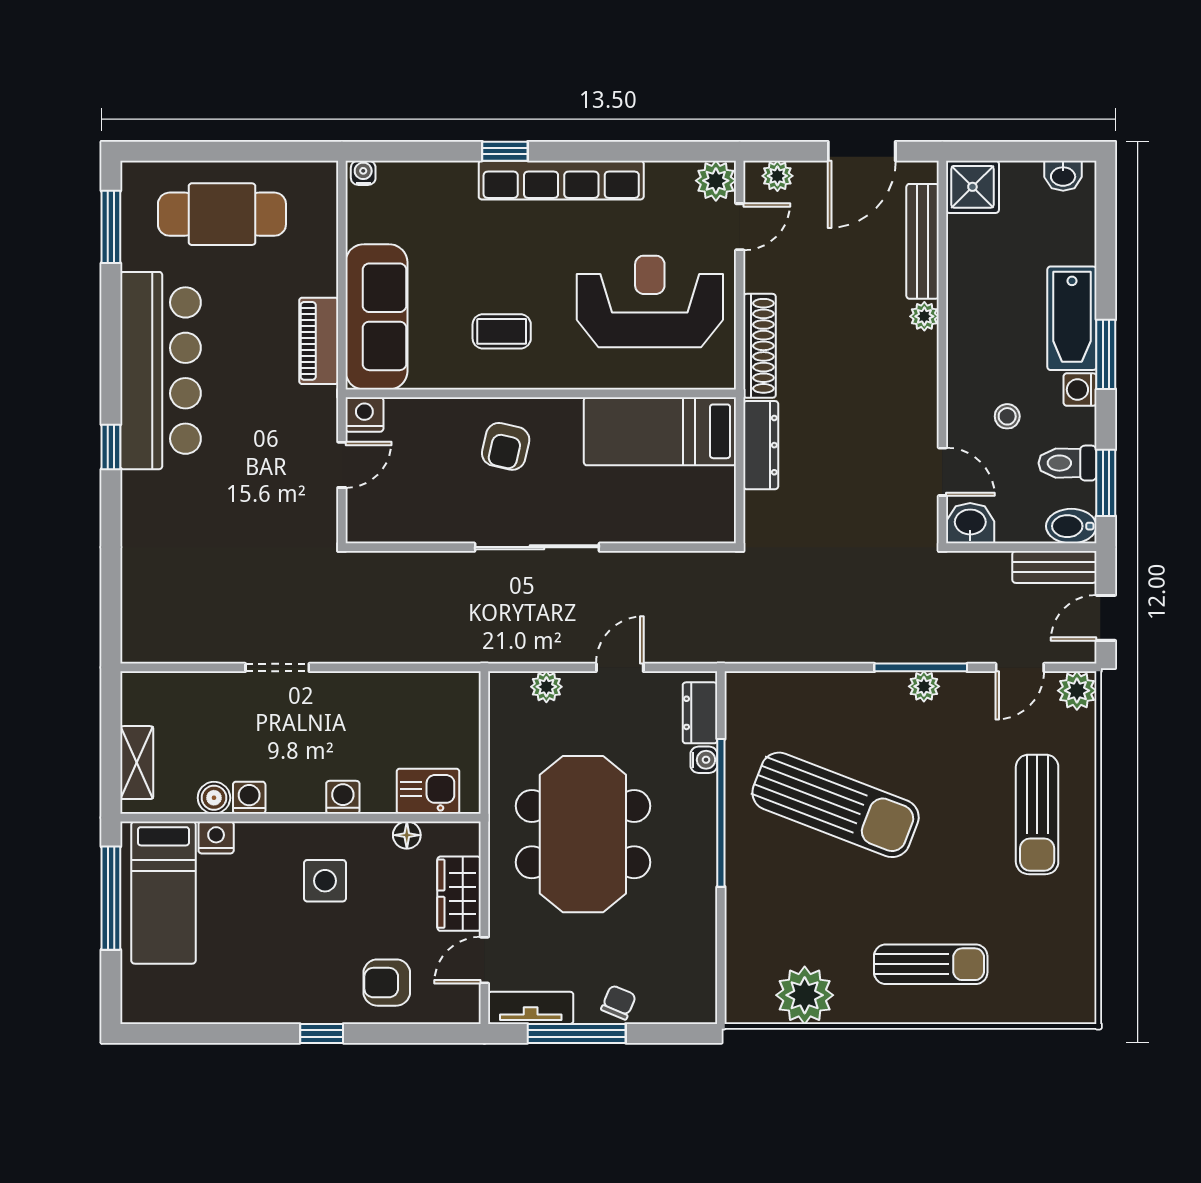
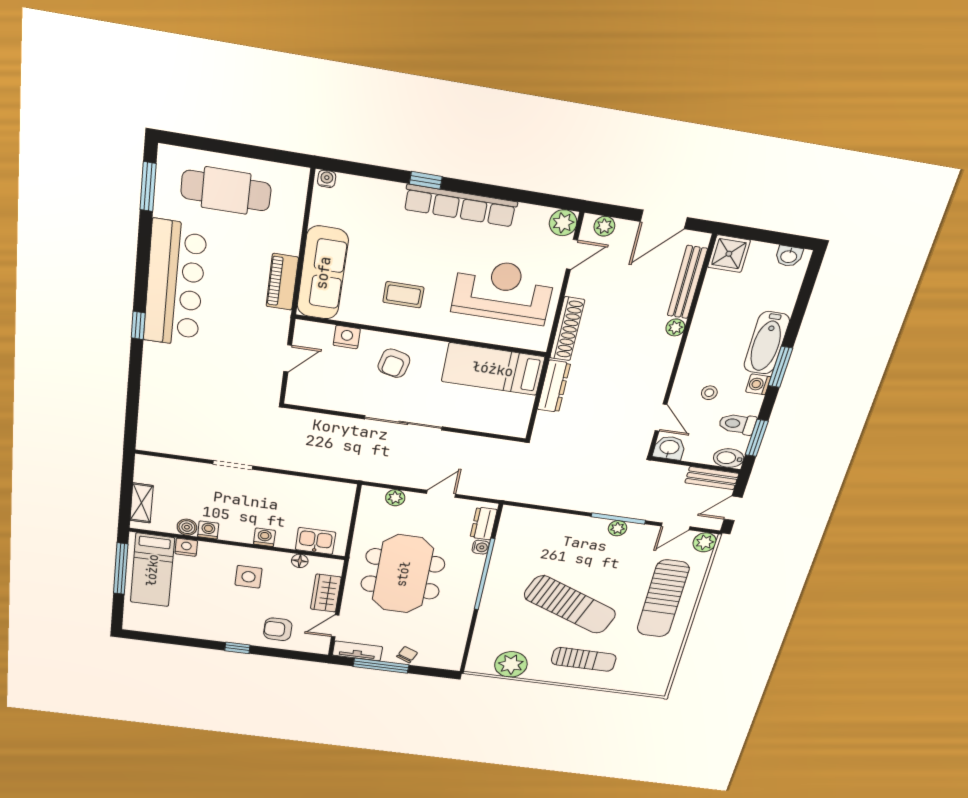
nightstand: (364, 414) -> (347, 337), moved
sun lounger: (836, 805) -> (570, 605), moved
sun lounger: (1037, 814) -> (663, 599), width x1.36, depth x1.34

